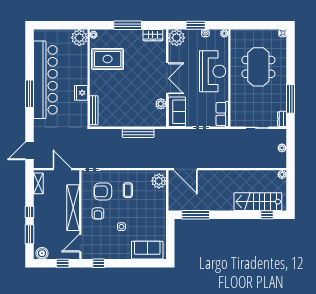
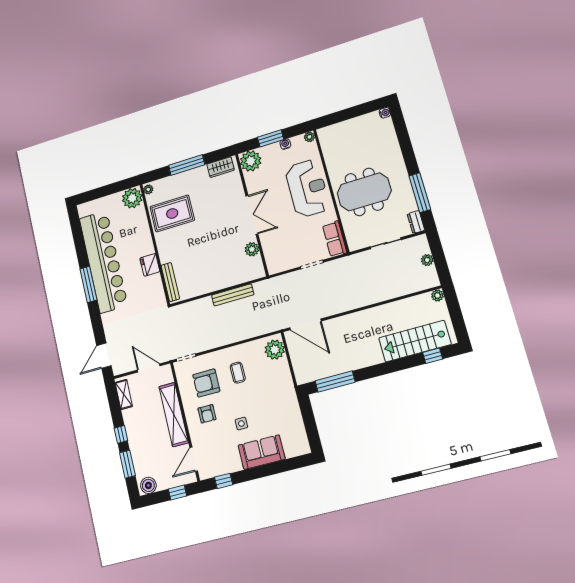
meeting table: (258, 67) -> (364, 192), moved, turned 90
sofa: (177, 112) -> (275, 253), removed
sofa: (147, 250) -> (262, 452), moved

